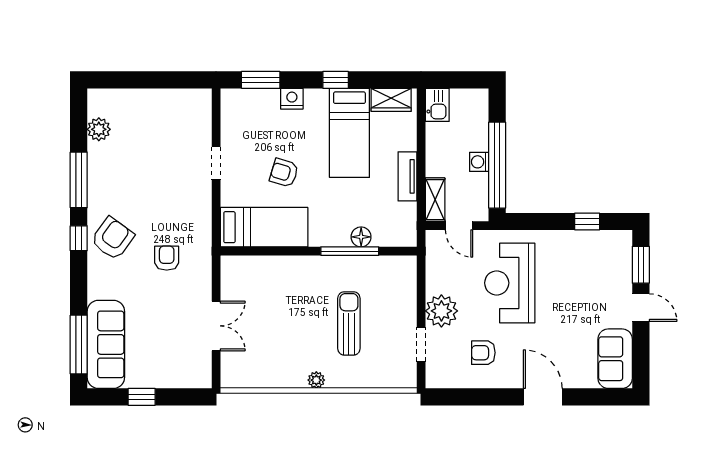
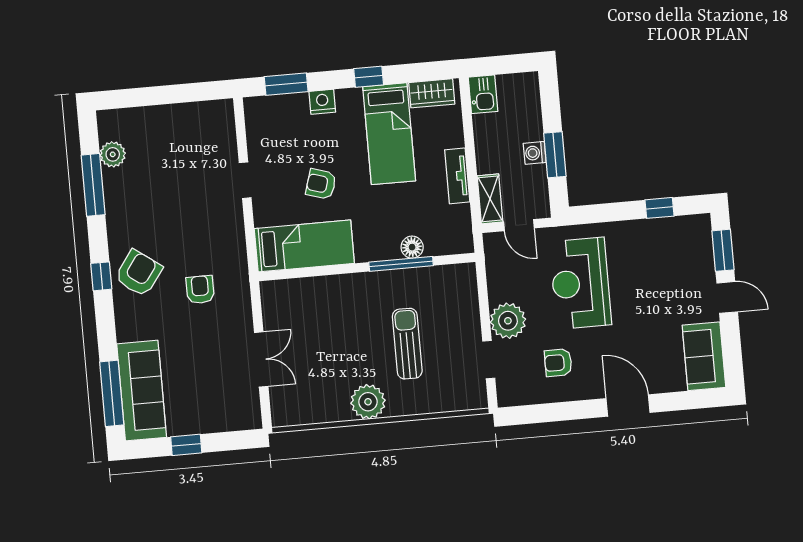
window: (497, 165) -> (555, 155), width x0.47
window: (79, 180) -> (93, 185), moved
plant: (316, 380) -> (368, 402), width x1.88, depth x1.88

